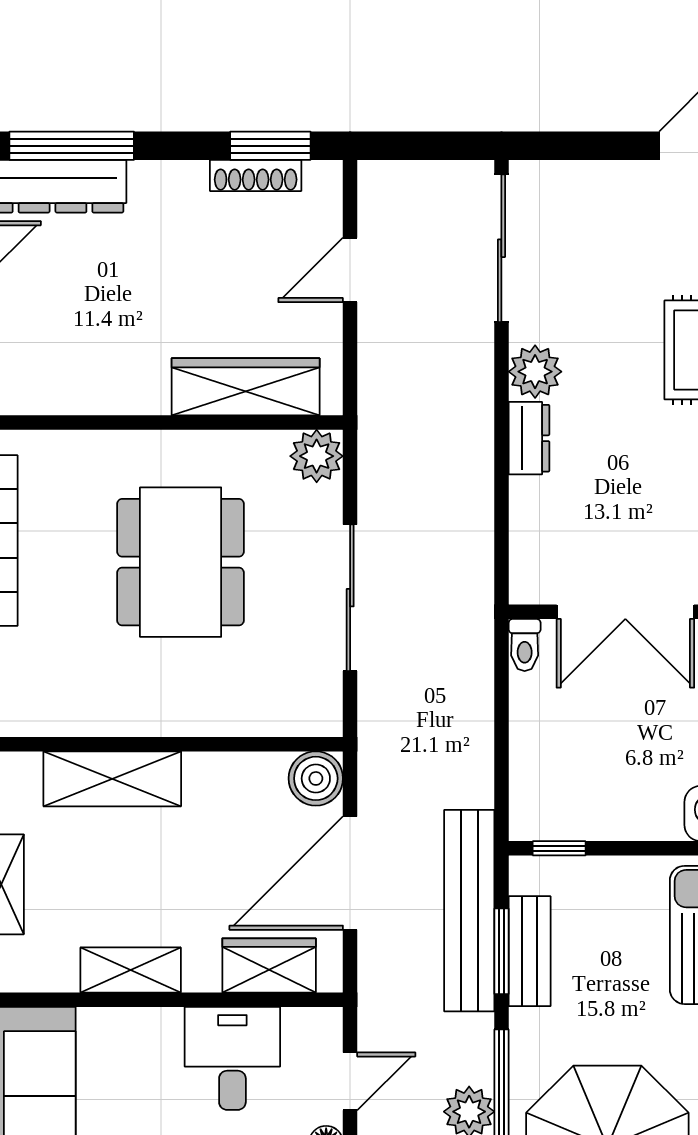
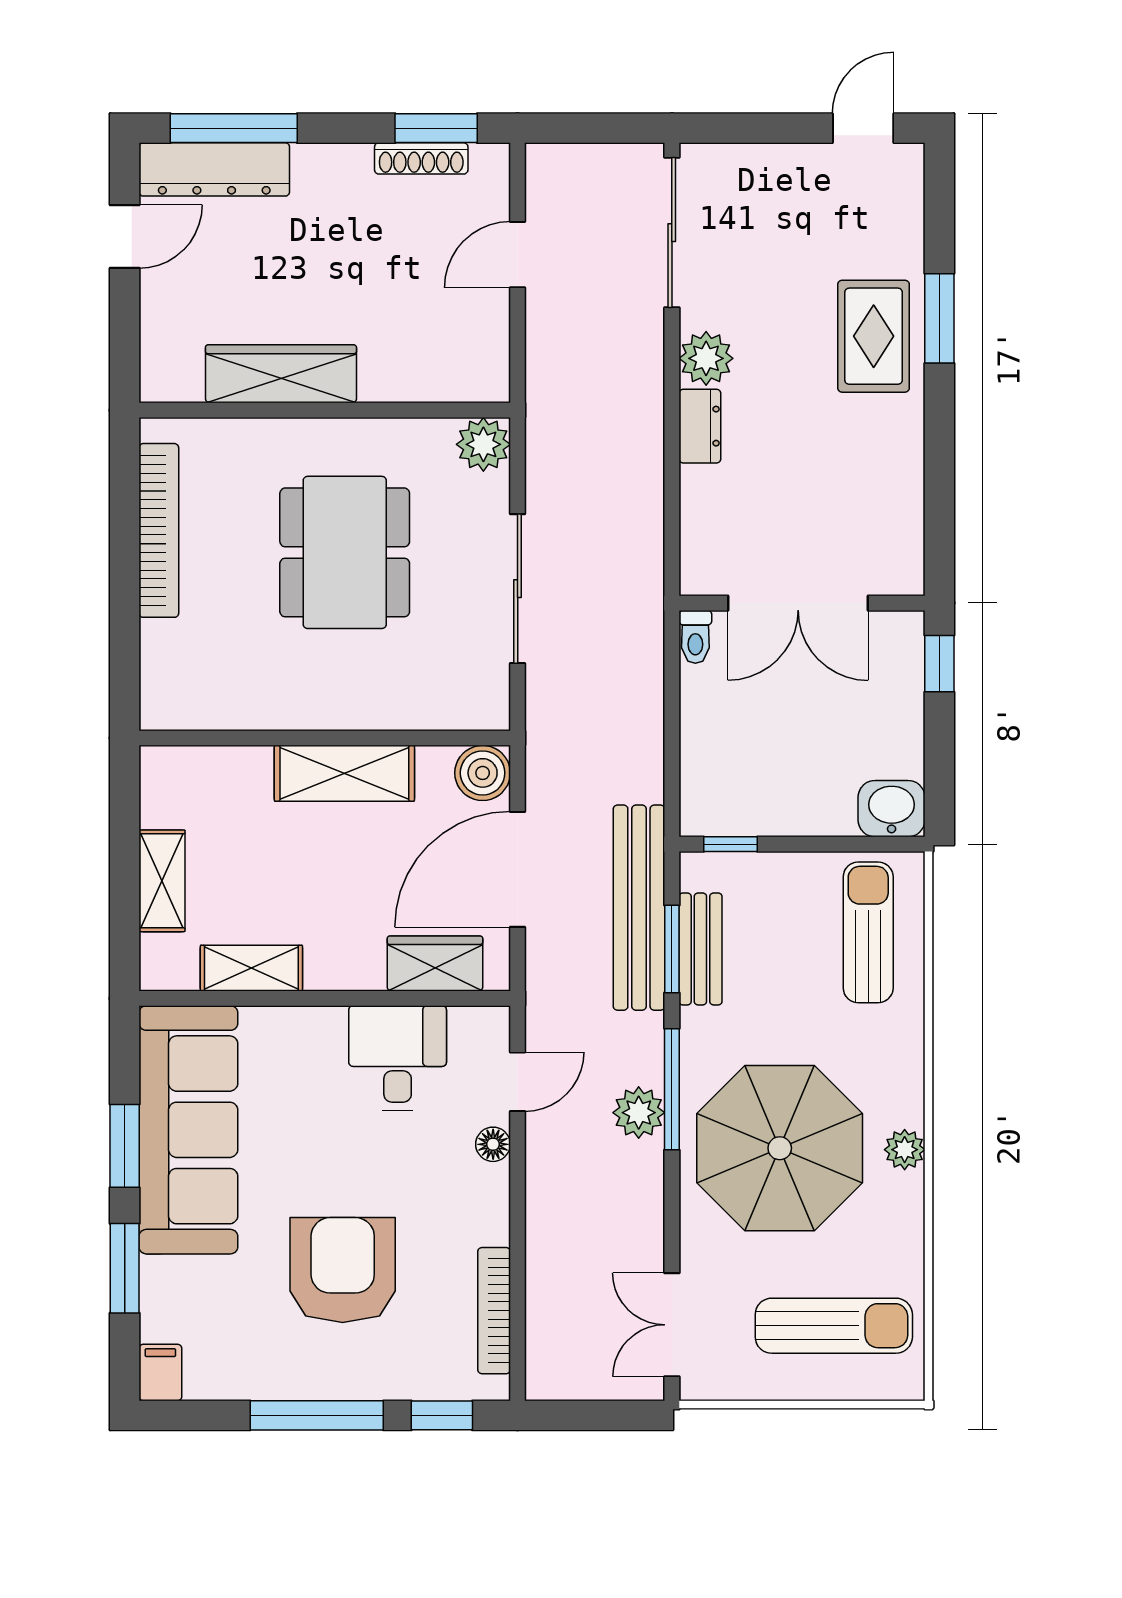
wardrobe: (246, 387) -> (281, 374), moved
shelving: (112, 779) -> (344, 773), moved
shelving: (131, 970) -> (251, 968), moved

